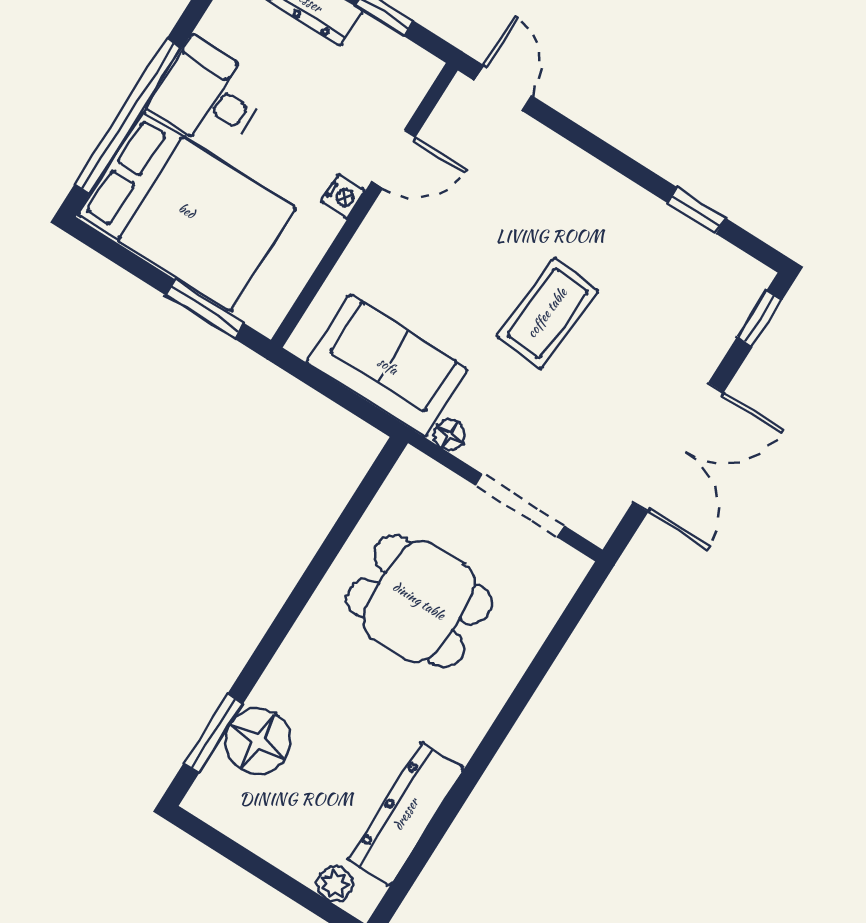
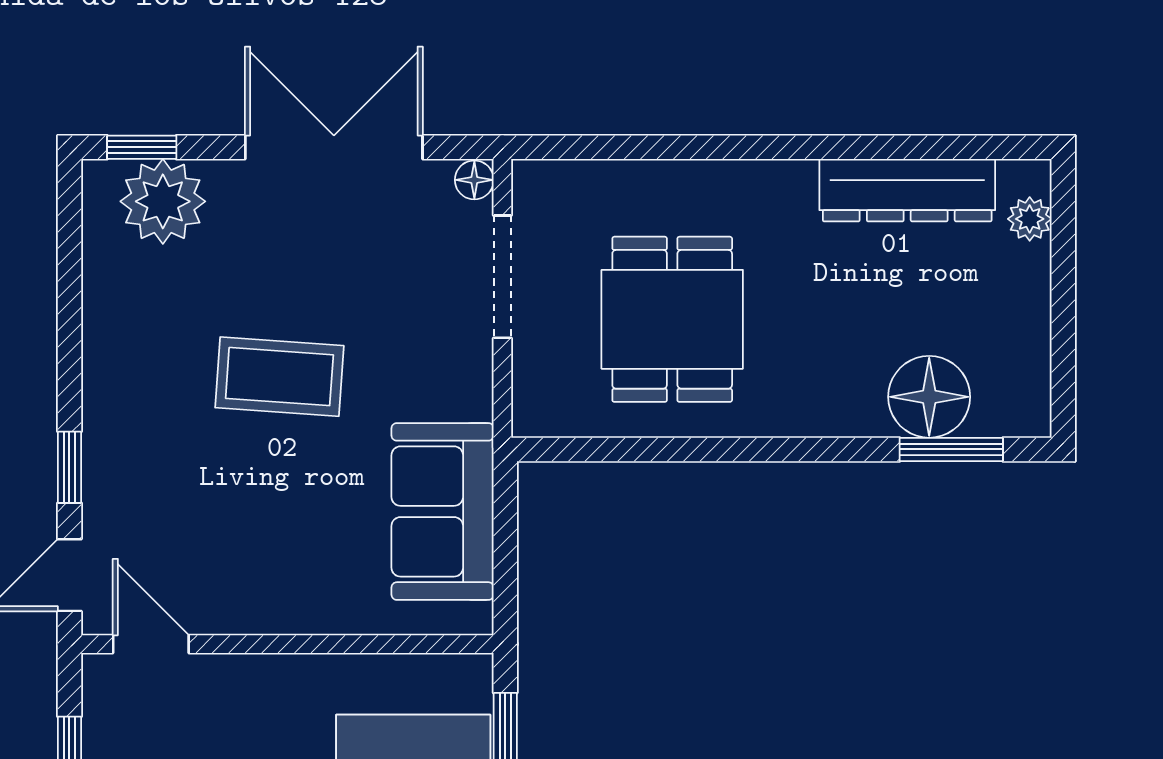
door: (394, 159) -> (151, 644), moved
nightstand: (343, 196) -> (292, 673), removed
window: (697, 211) -> (69, 467), moved
plant: (714, 309) -> (163, 201), added
floor lamp: (450, 435) -> (474, 180), moved

